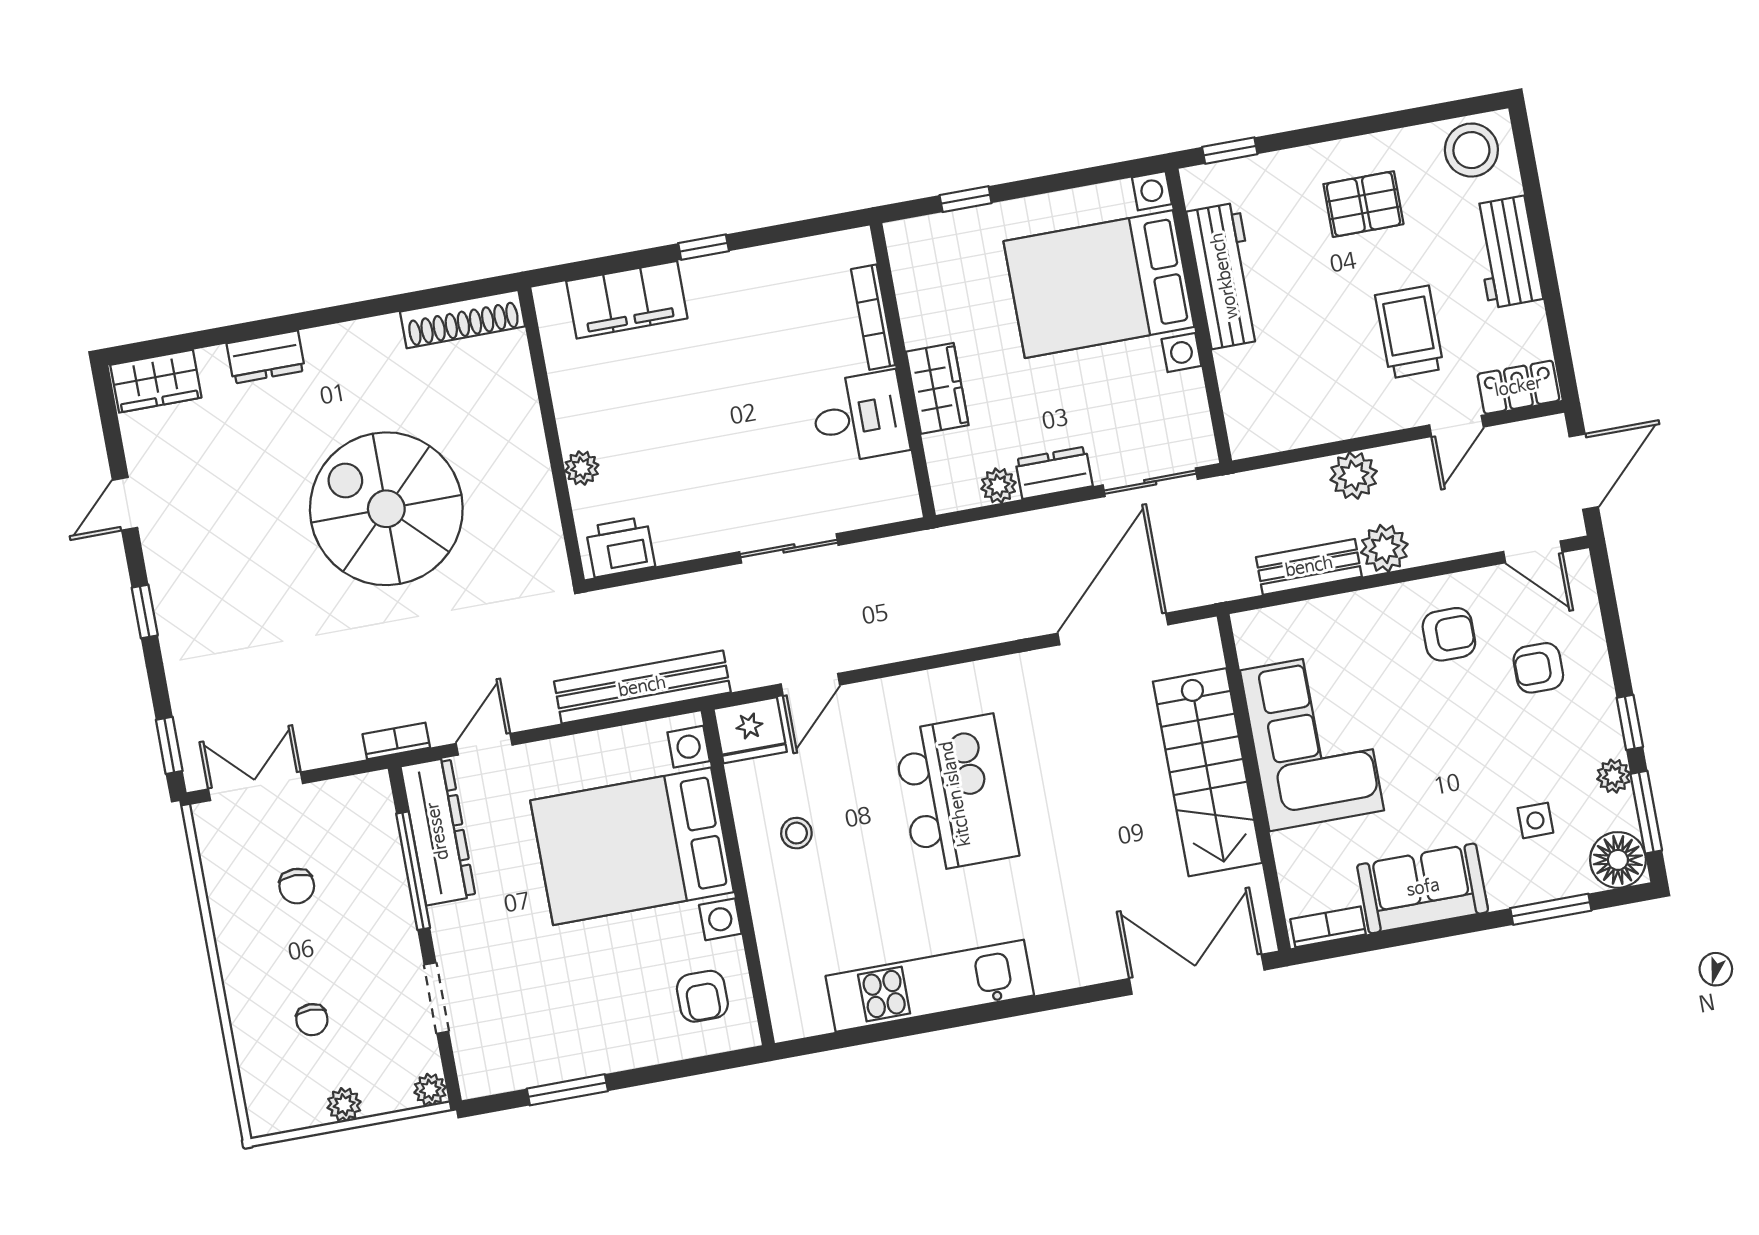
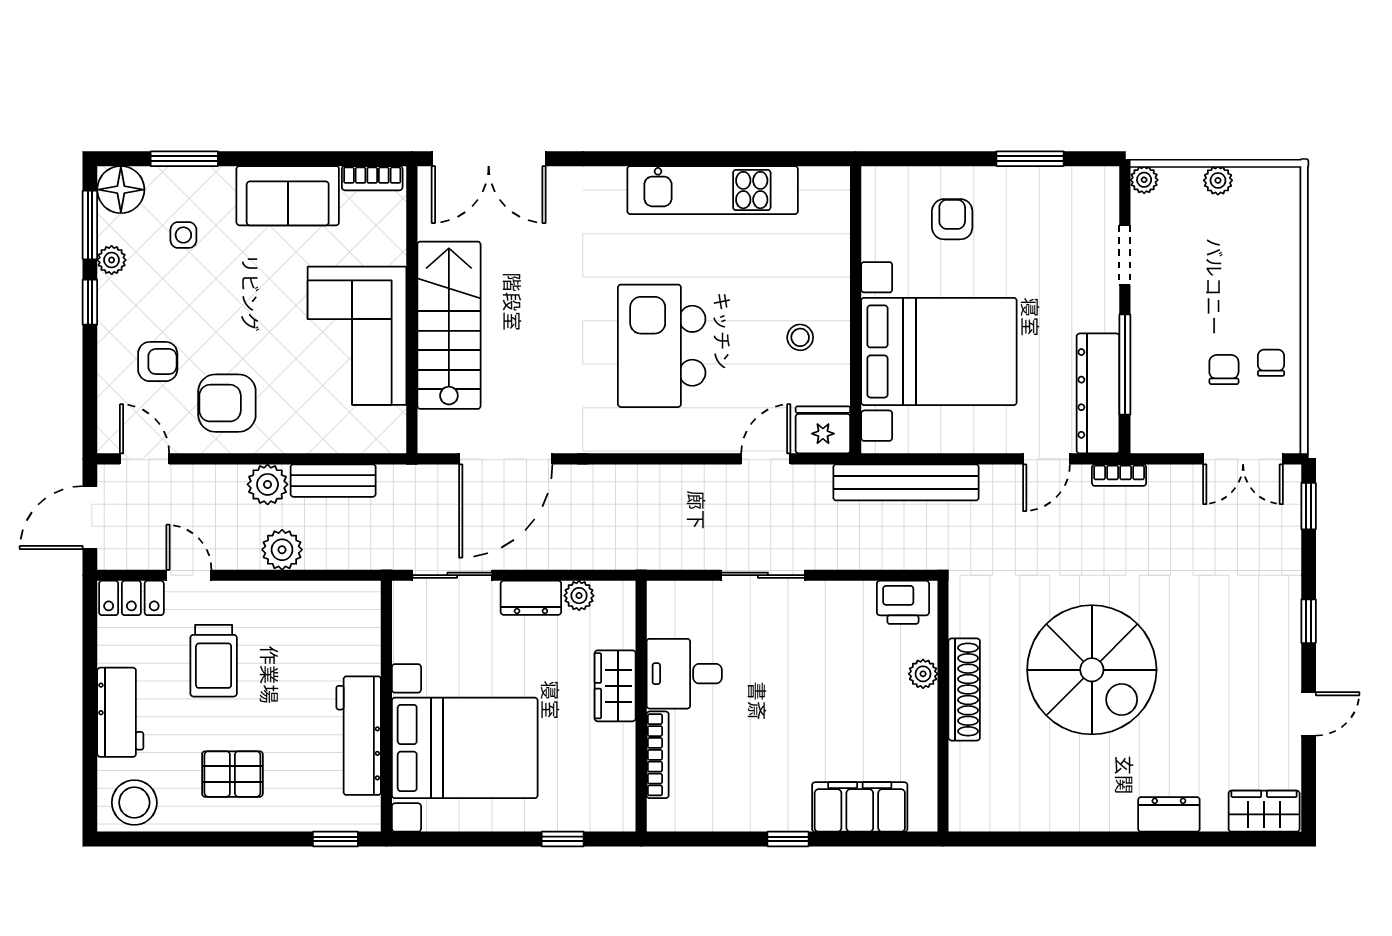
shoe rack: (463, 319) -> (964, 689), moved, turned 90
door: (1456, 426) -> (189, 575), hinge flipped
armchair: (1449, 634) -> (227, 403), width x1.38, depth x1.38
armchair: (702, 996) -> (952, 219), moved
chair: (312, 1020) -> (1271, 363), moved

